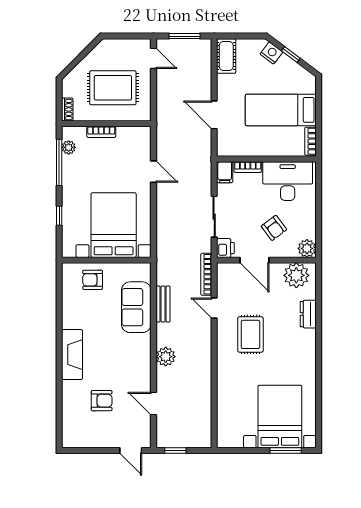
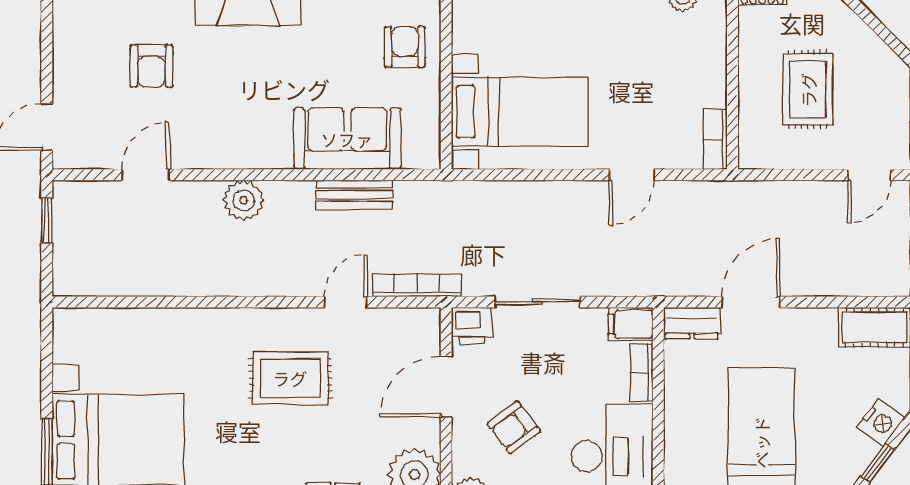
rug: (113, 88) -> (808, 90), width x0.73, depth x0.70
bookcase: (101, 132) -> (715, 139), moved
dresser: (224, 143) -> (692, 323), added
bed with nightstands: (114, 225) -> (520, 112), width x0.73

